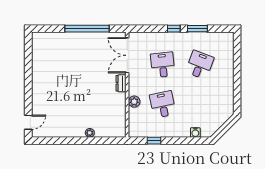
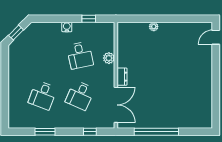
window: (174, 29) -> (90, 132), moved
desk: (163, 65) -> (80, 95), turned 30
window: (226, 127) -> (16, 33), added
water cooler: (195, 132) -> (67, 27), moved

